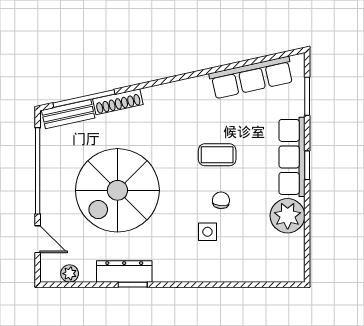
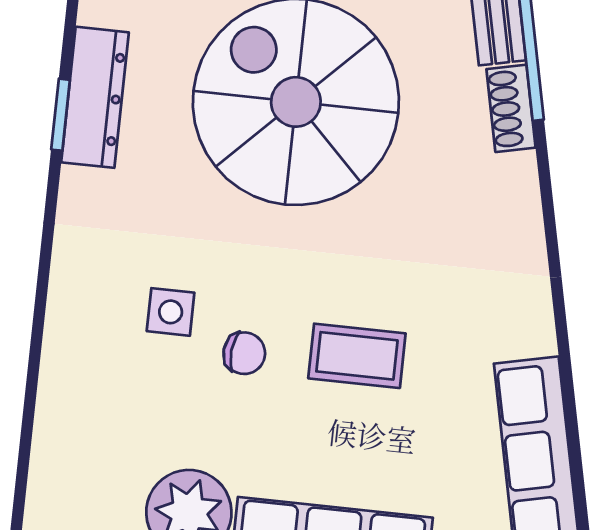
shoe rack: (118, 102) -> (511, 108), width x0.70
coffee table: (217, 155) -> (357, 356), turned 90

